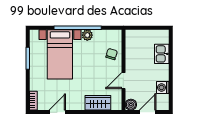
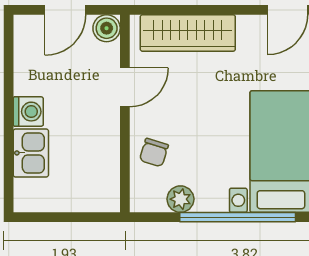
plant: (87, 35) -> (180, 199), moved
washing machine: (163, 87) -> (28, 112), moved
wardrobe: (98, 103) -> (188, 33), width x1.50

